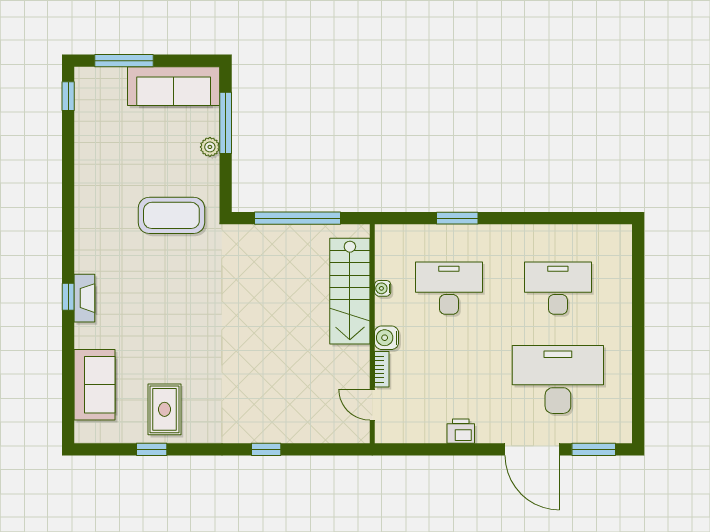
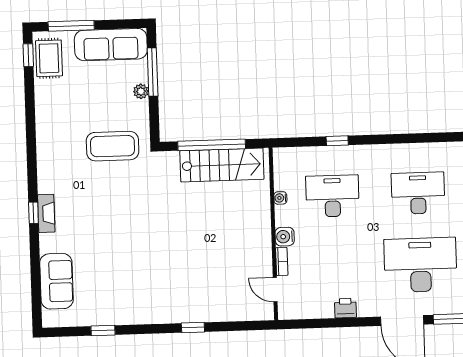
window: (457, 218) -> (337, 141), width x0.67
stairs: (350, 291) -> (222, 165), moved, turned -90
rug: (165, 409) -> (49, 58), moved

